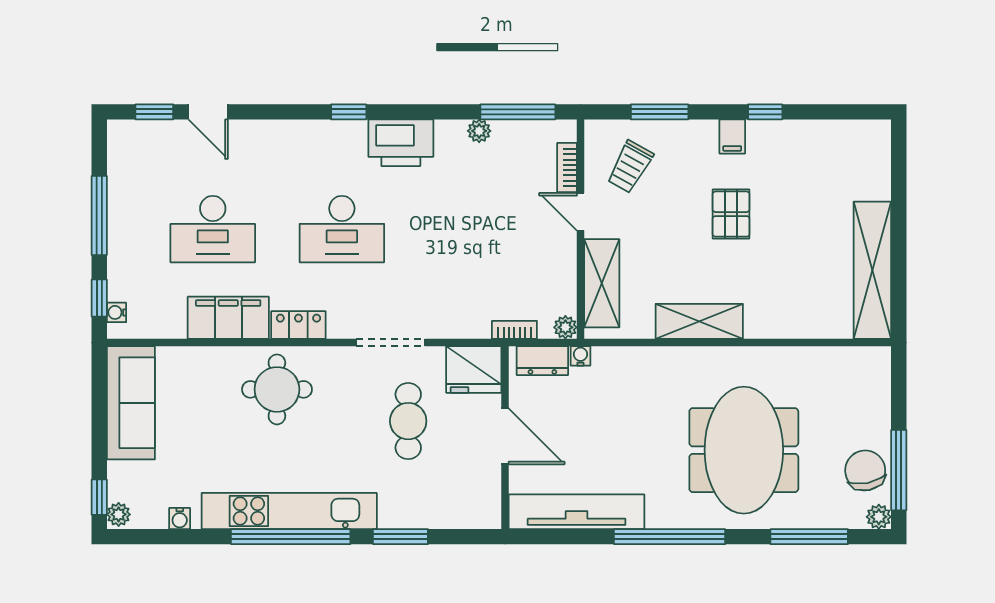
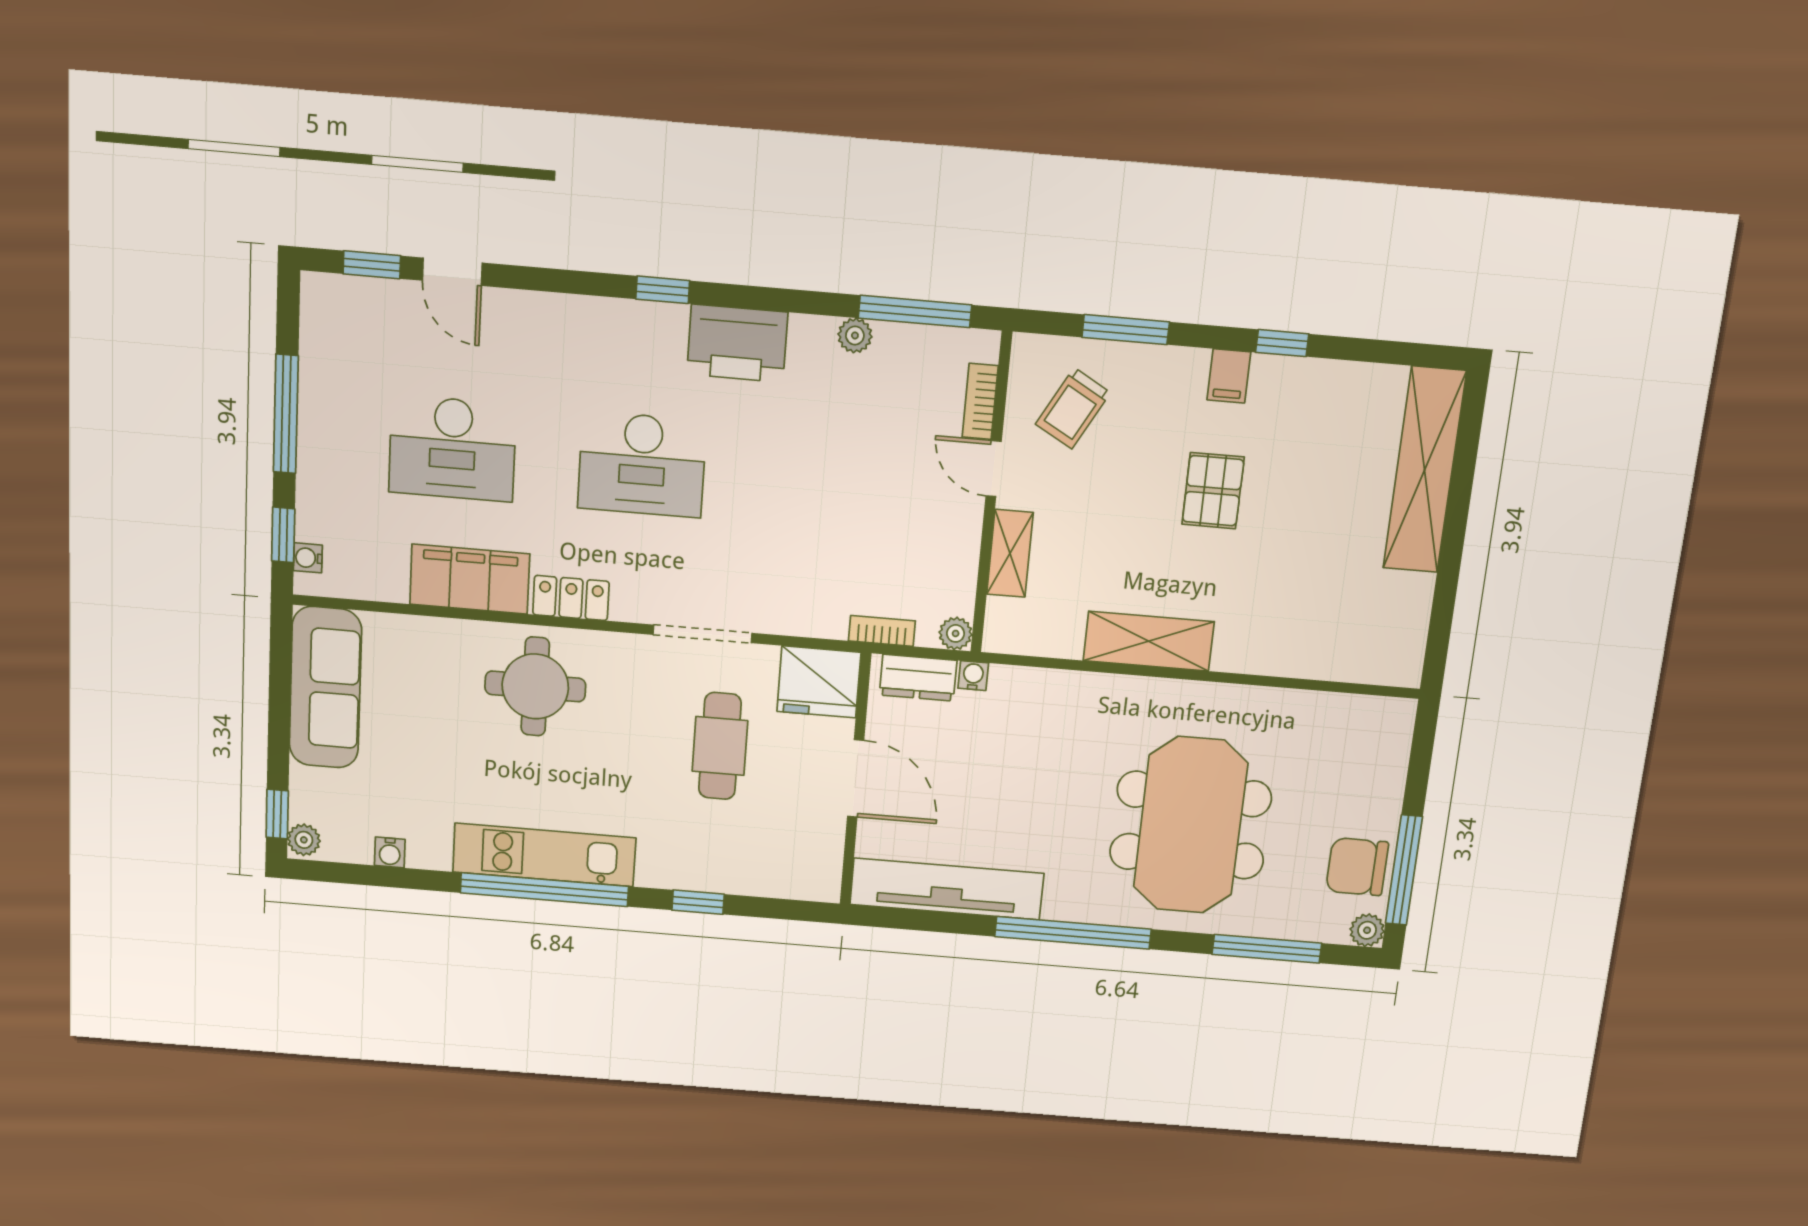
shelving: (872, 270) -> (1425, 470), moved
shelving: (602, 283) -> (1010, 553), width x0.67, depth x0.75
chair: (865, 470) -> (1357, 867), turned -79
kitchen unit: (289, 511) -> (544, 855), width x0.73
window: (400, 537) -> (698, 902), width x0.67

